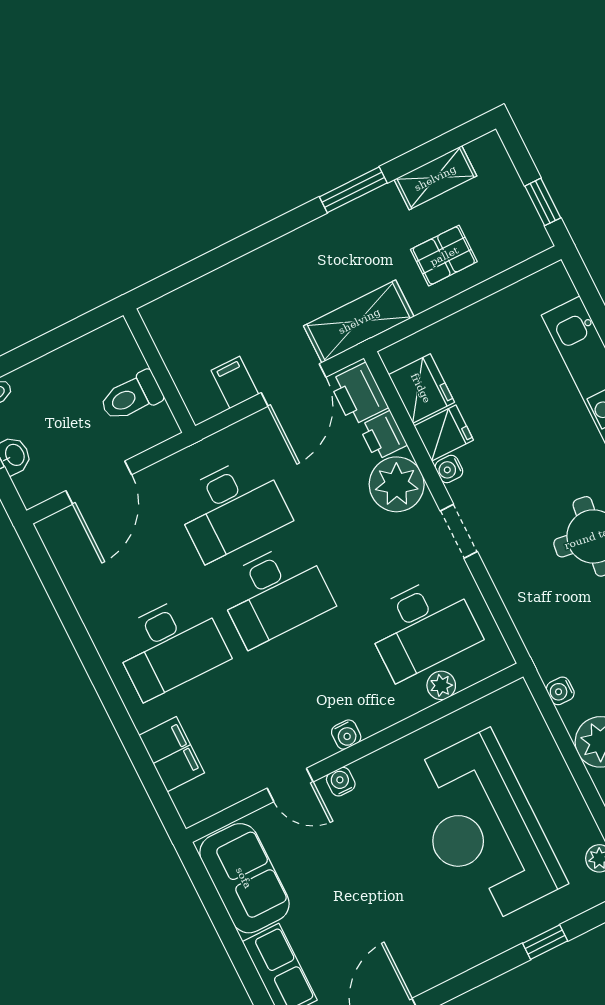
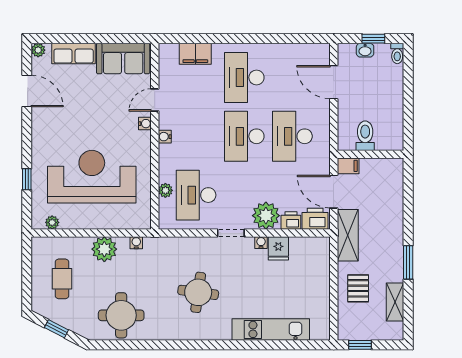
wall: (159, 371) -> (370, 154), moved
fridge: (421, 388) -> (303, 248), removed
toilet: (131, 396) -> (365, 136), moved

